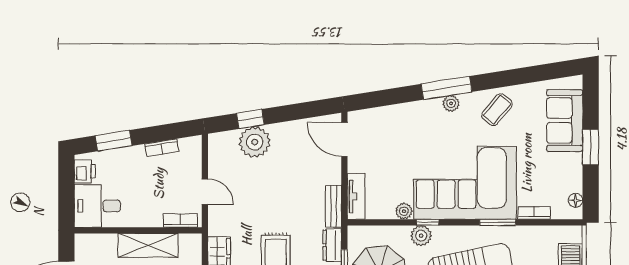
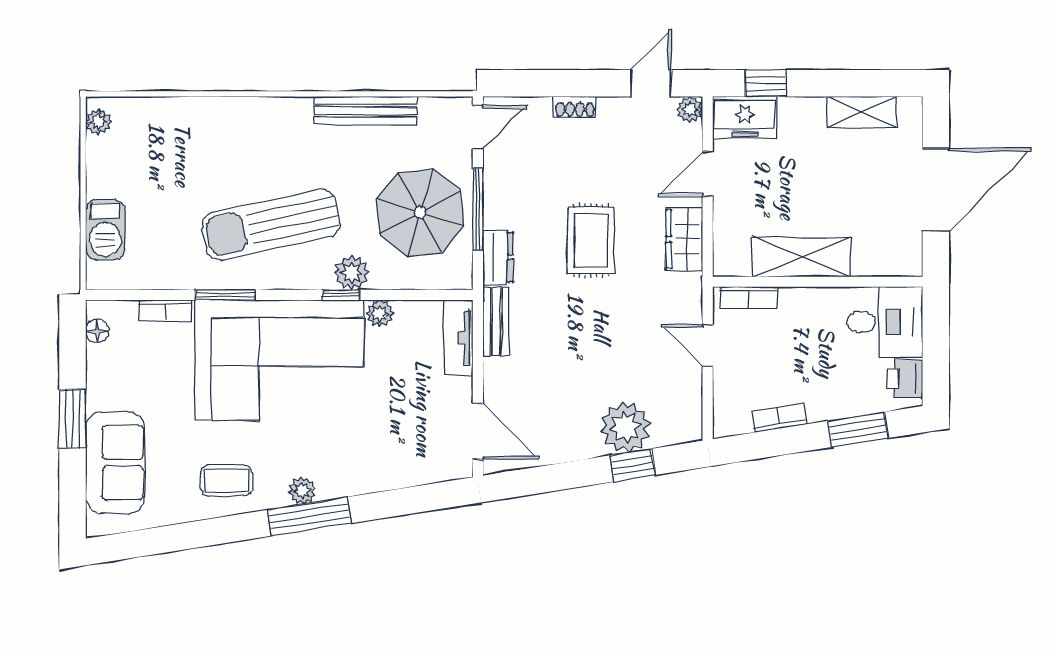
coffee table: (497, 110) -> (226, 481), turned 50

